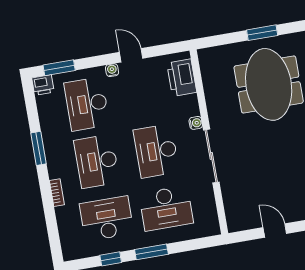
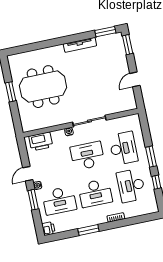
window: (59, 68) -> (33, 200), moved
desk: (156, 151) -> (87, 156), turned 180

